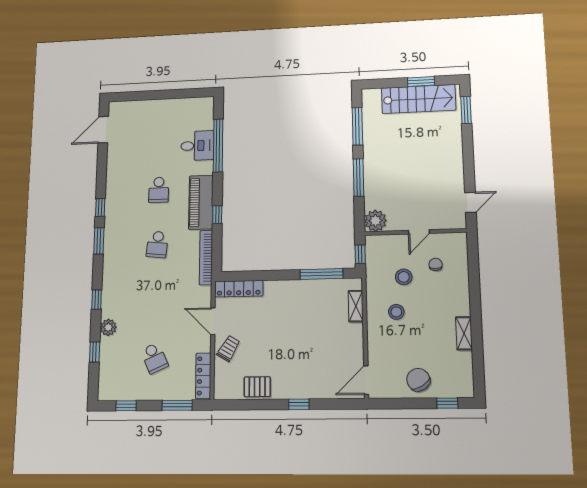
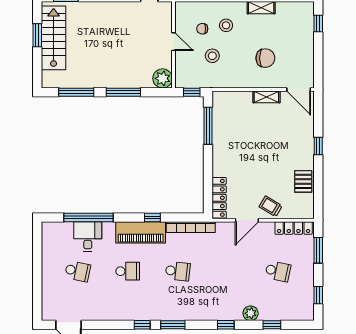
school desk: (160, 137) -> (78, 271), added
shelving: (356, 306) -> (266, 97), moved
stool: (396, 312) -> (226, 25), moved
school desk: (154, 358) -> (278, 271), turned 36
chair: (418, 380) -> (265, 58), moved, turned -149

